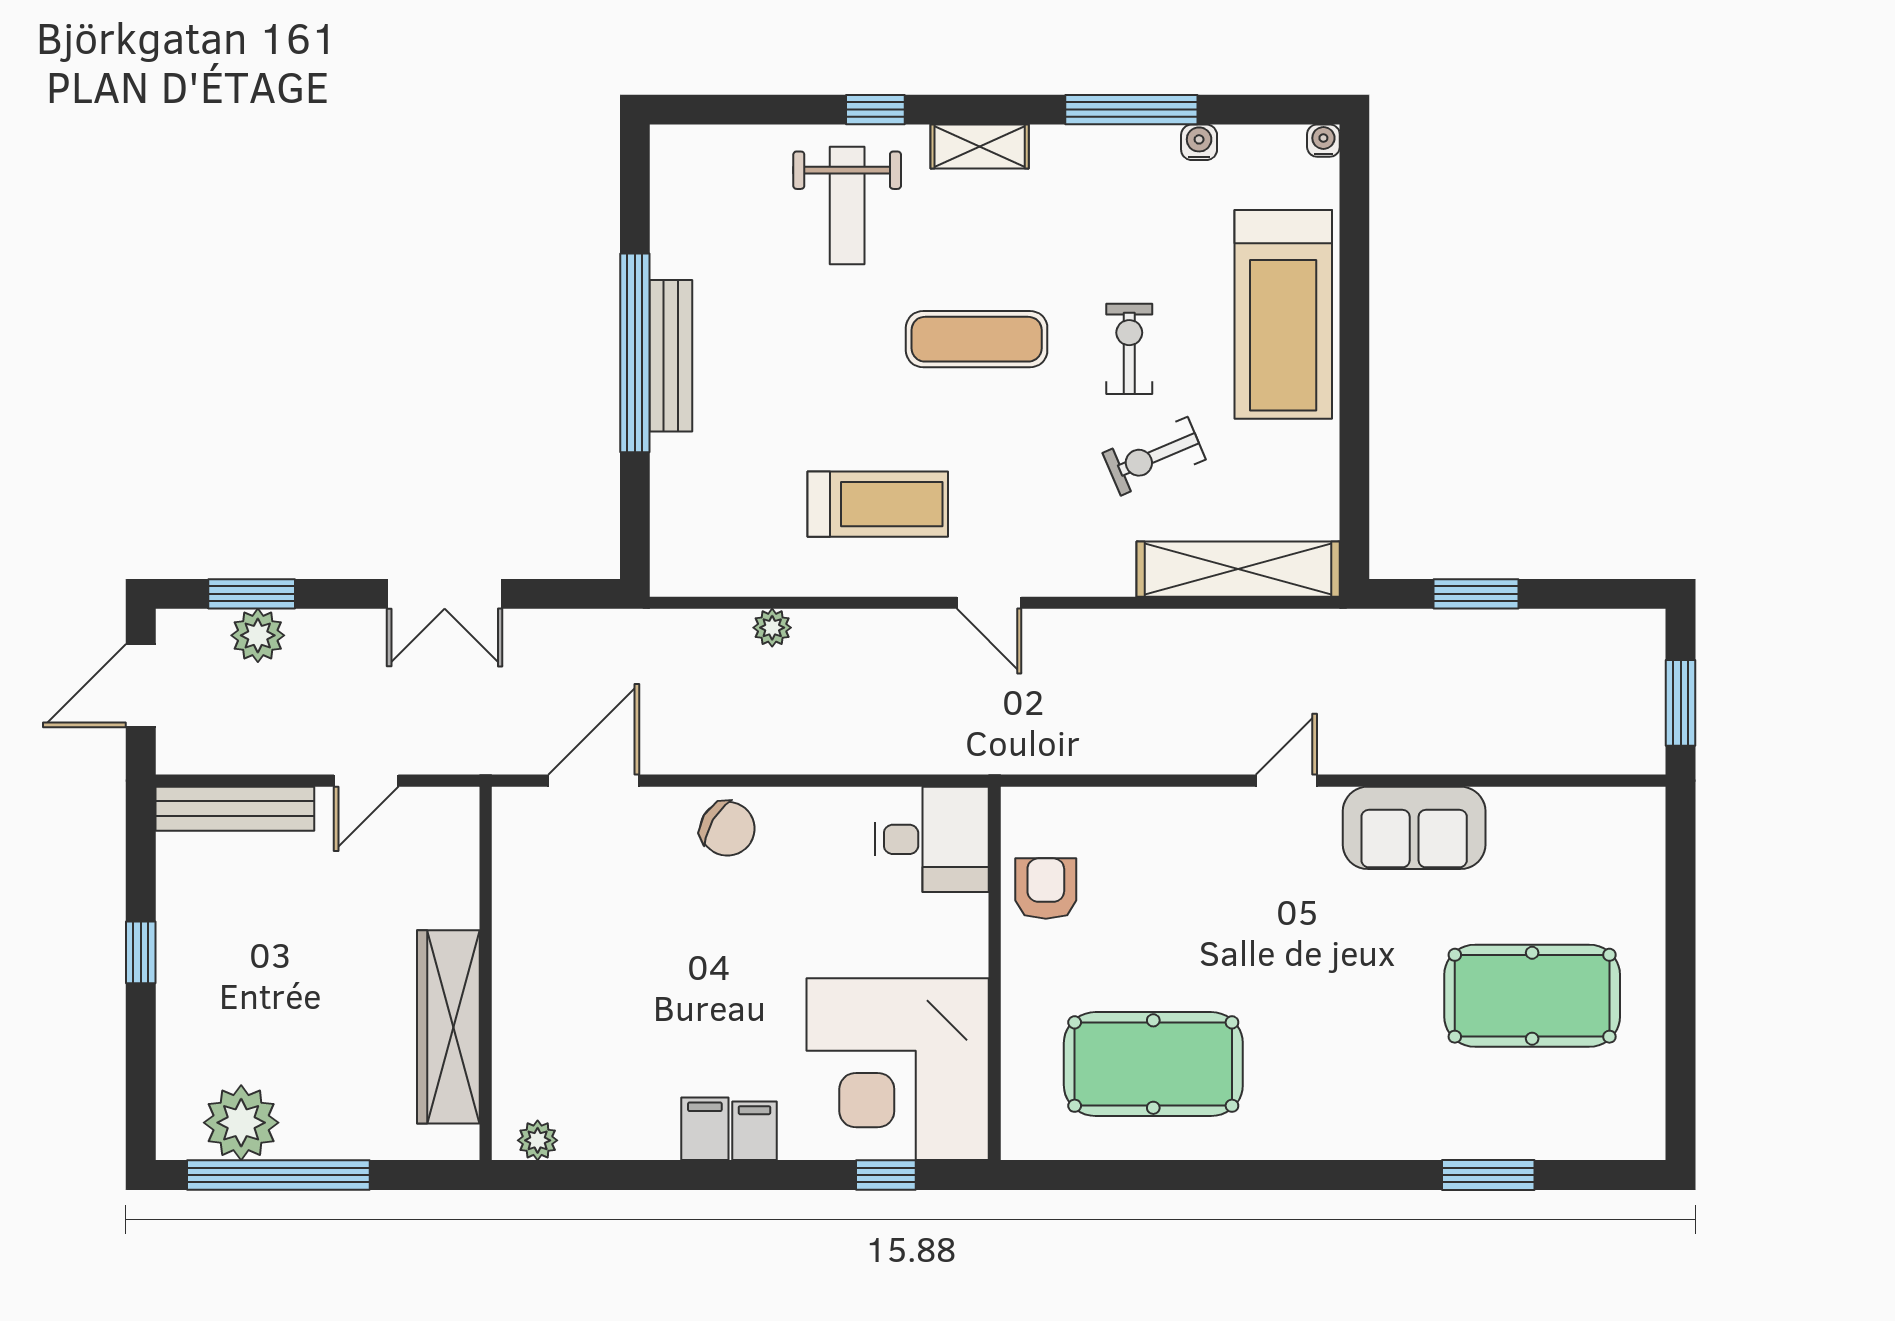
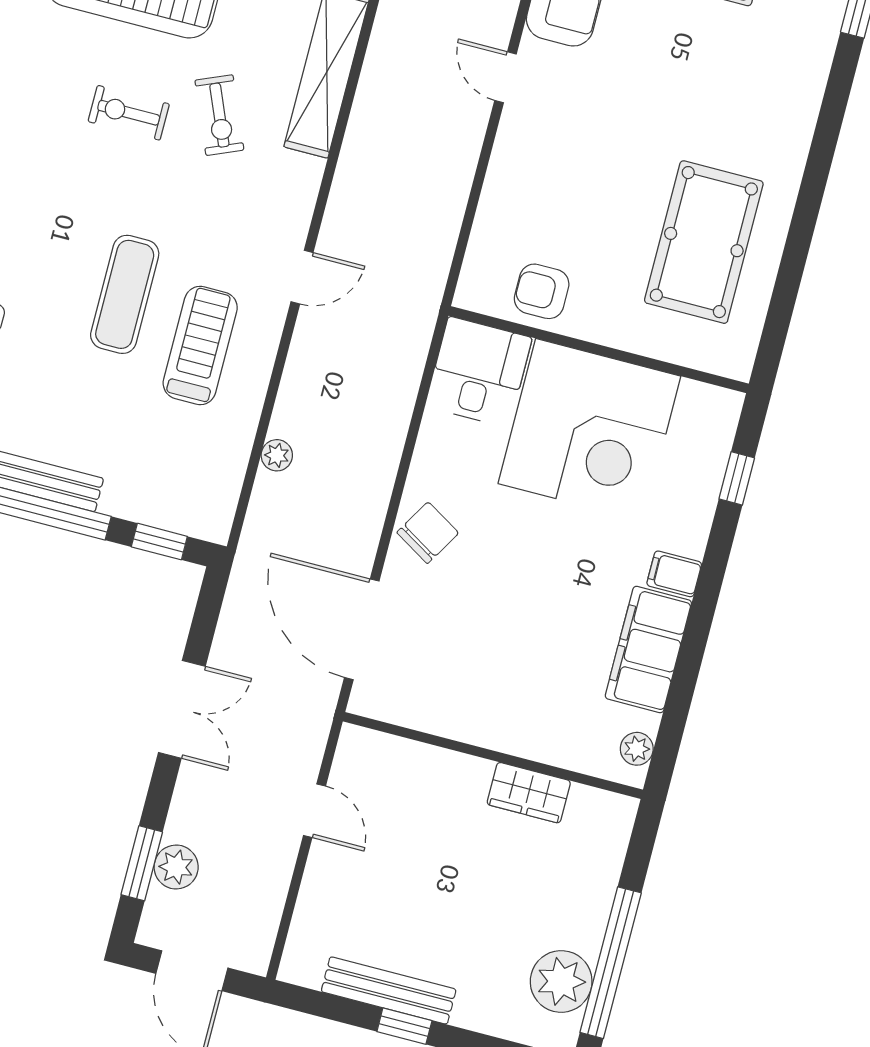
exercise mat: (977, 339) -> (125, 294), moved
window: (635, 516) -> (159, 542), added
door: (594, 781) -> (362, 629), width x1.36
bench: (235, 809) -> (389, 990), moved, turned 90
wardrobe: (448, 1027) -> (529, 793), width x0.48, depth x0.85
corner desk: (898, 1069) -> (589, 430), moved
filing cabinet: (705, 1129) -> (648, 649), width x3.00, depth x1.17

